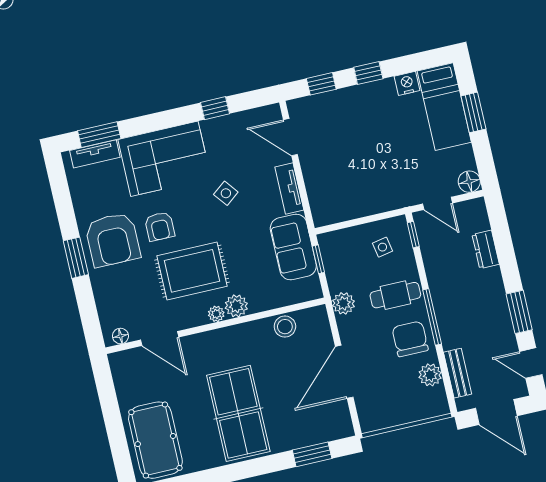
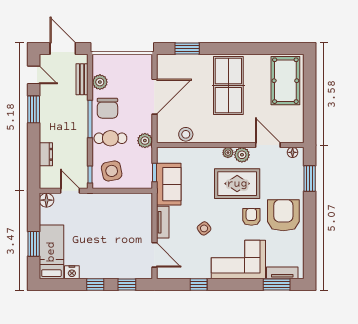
side table: (382, 247) -> (112, 171), width x1.87, depth x1.87
window: (76, 258) -> (310, 179), moved
plant: (236, 306) -> (242, 155), moved

